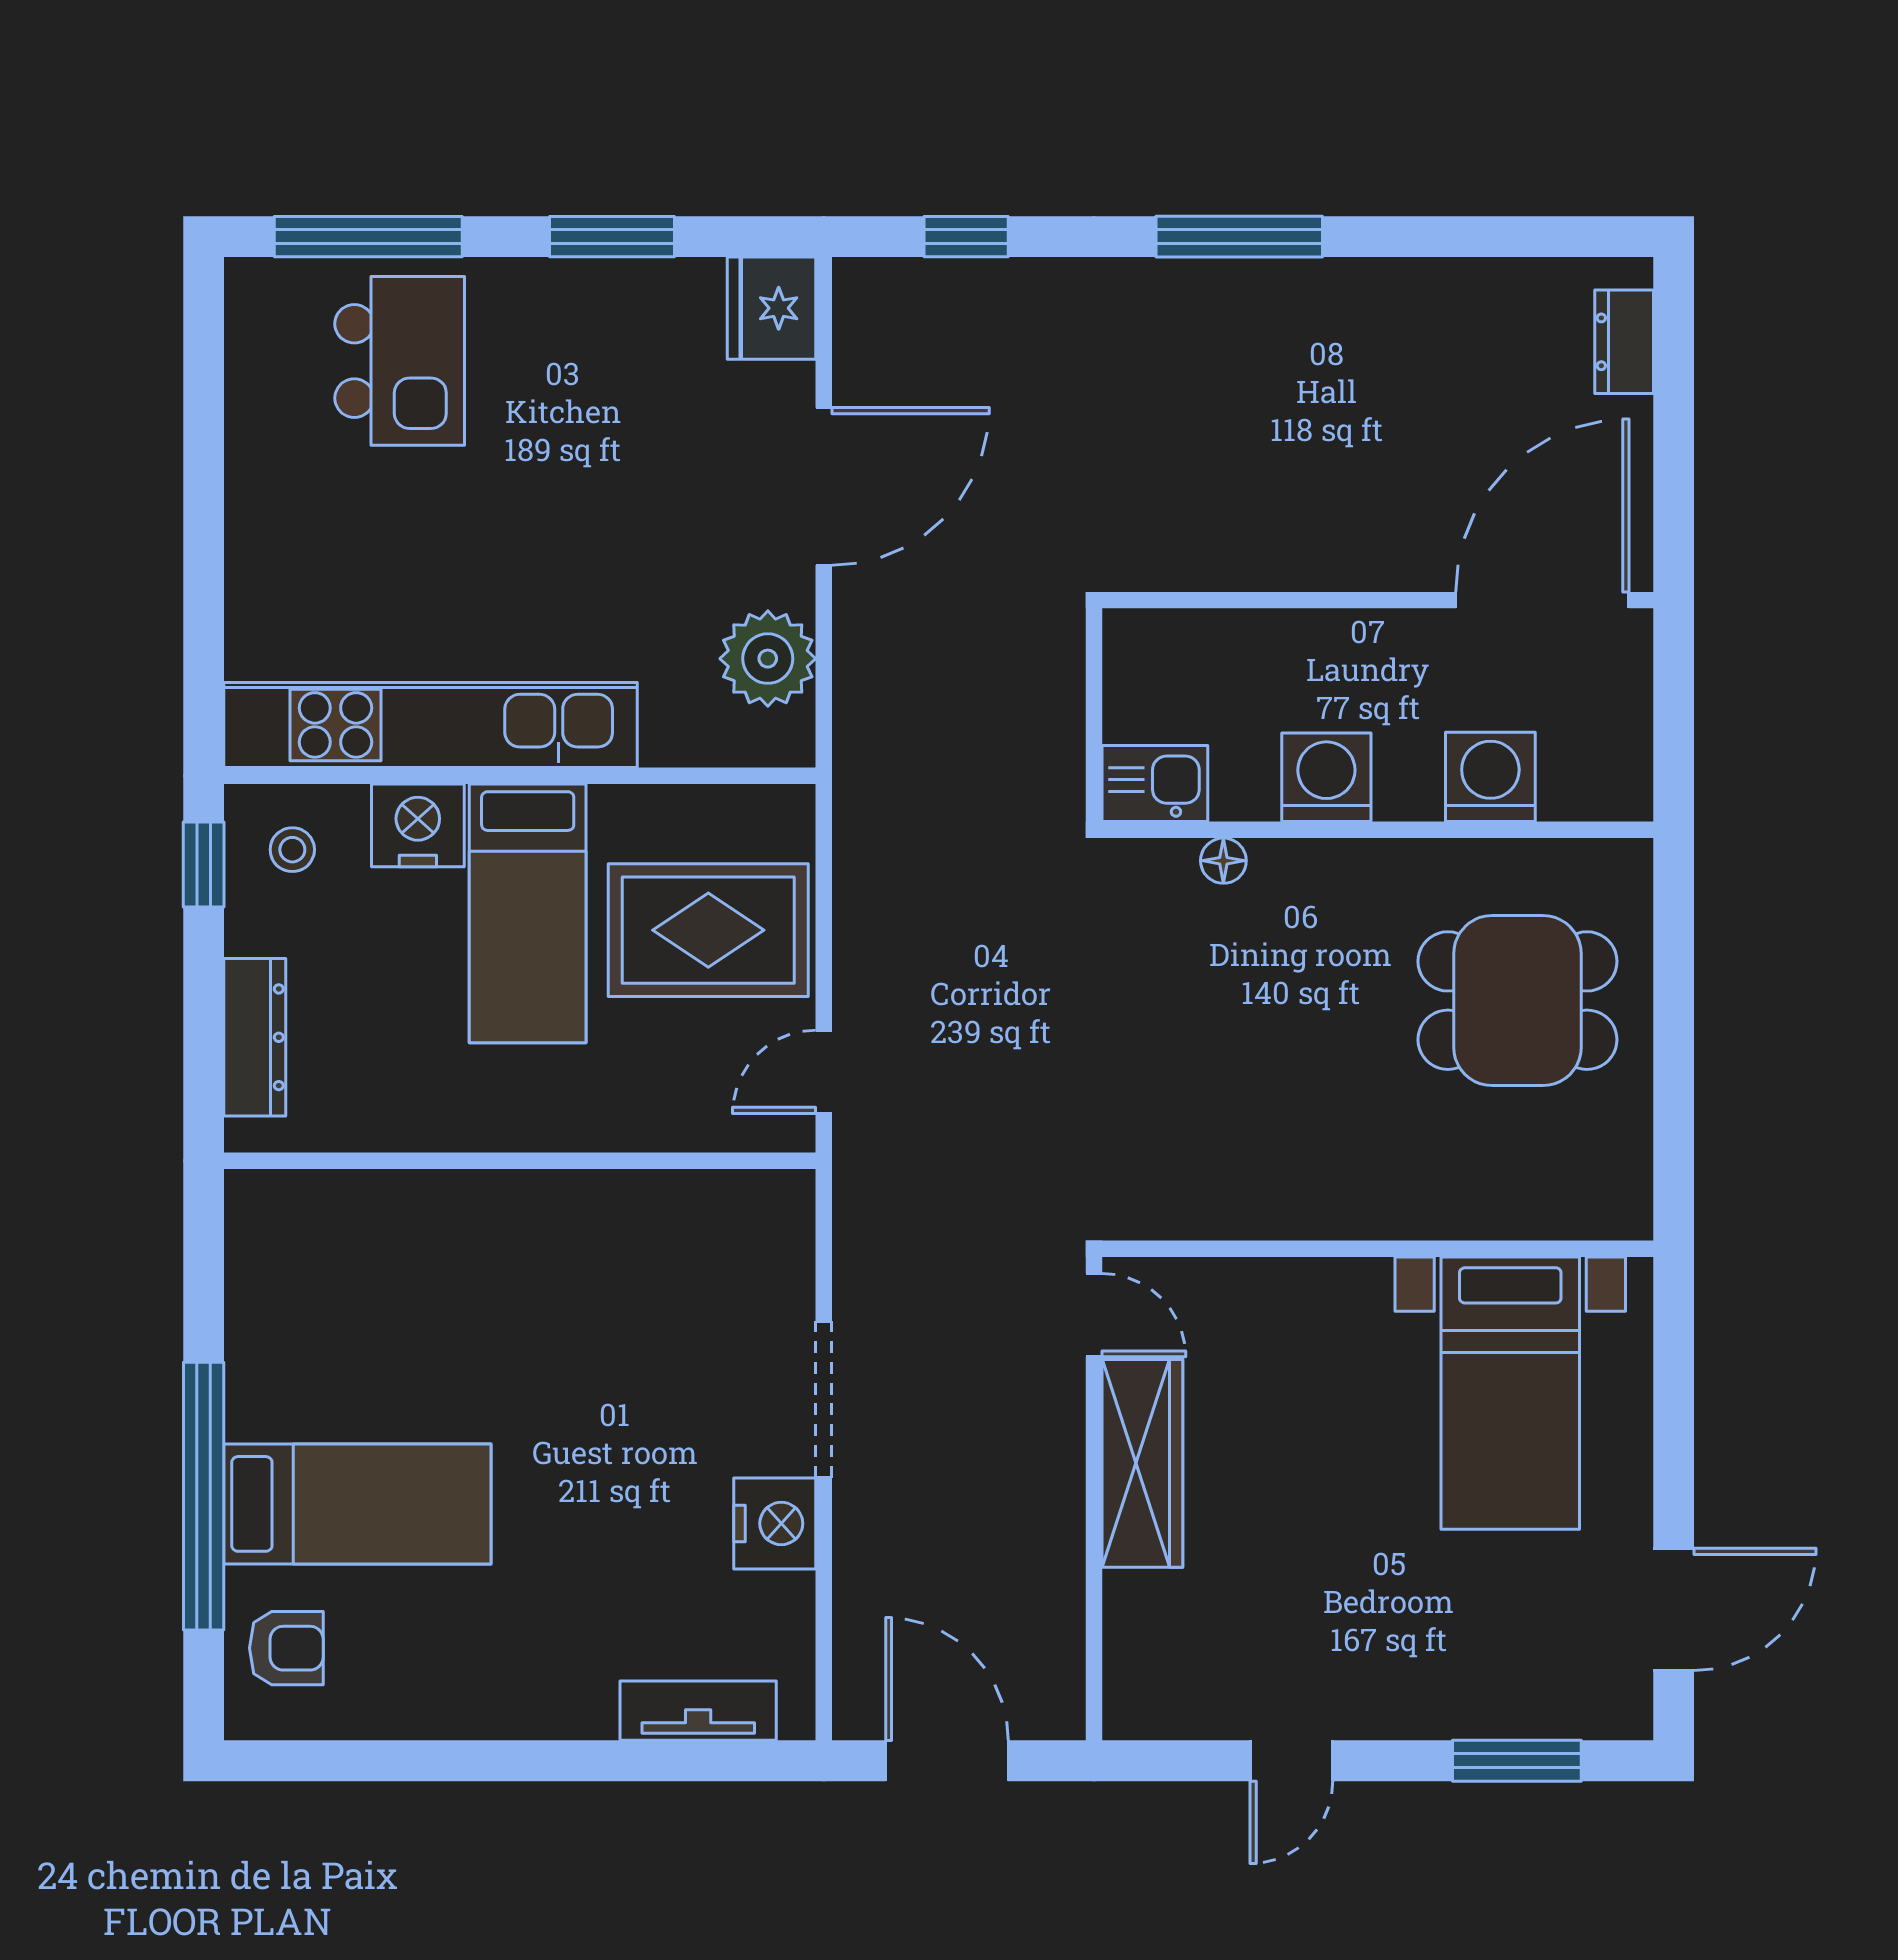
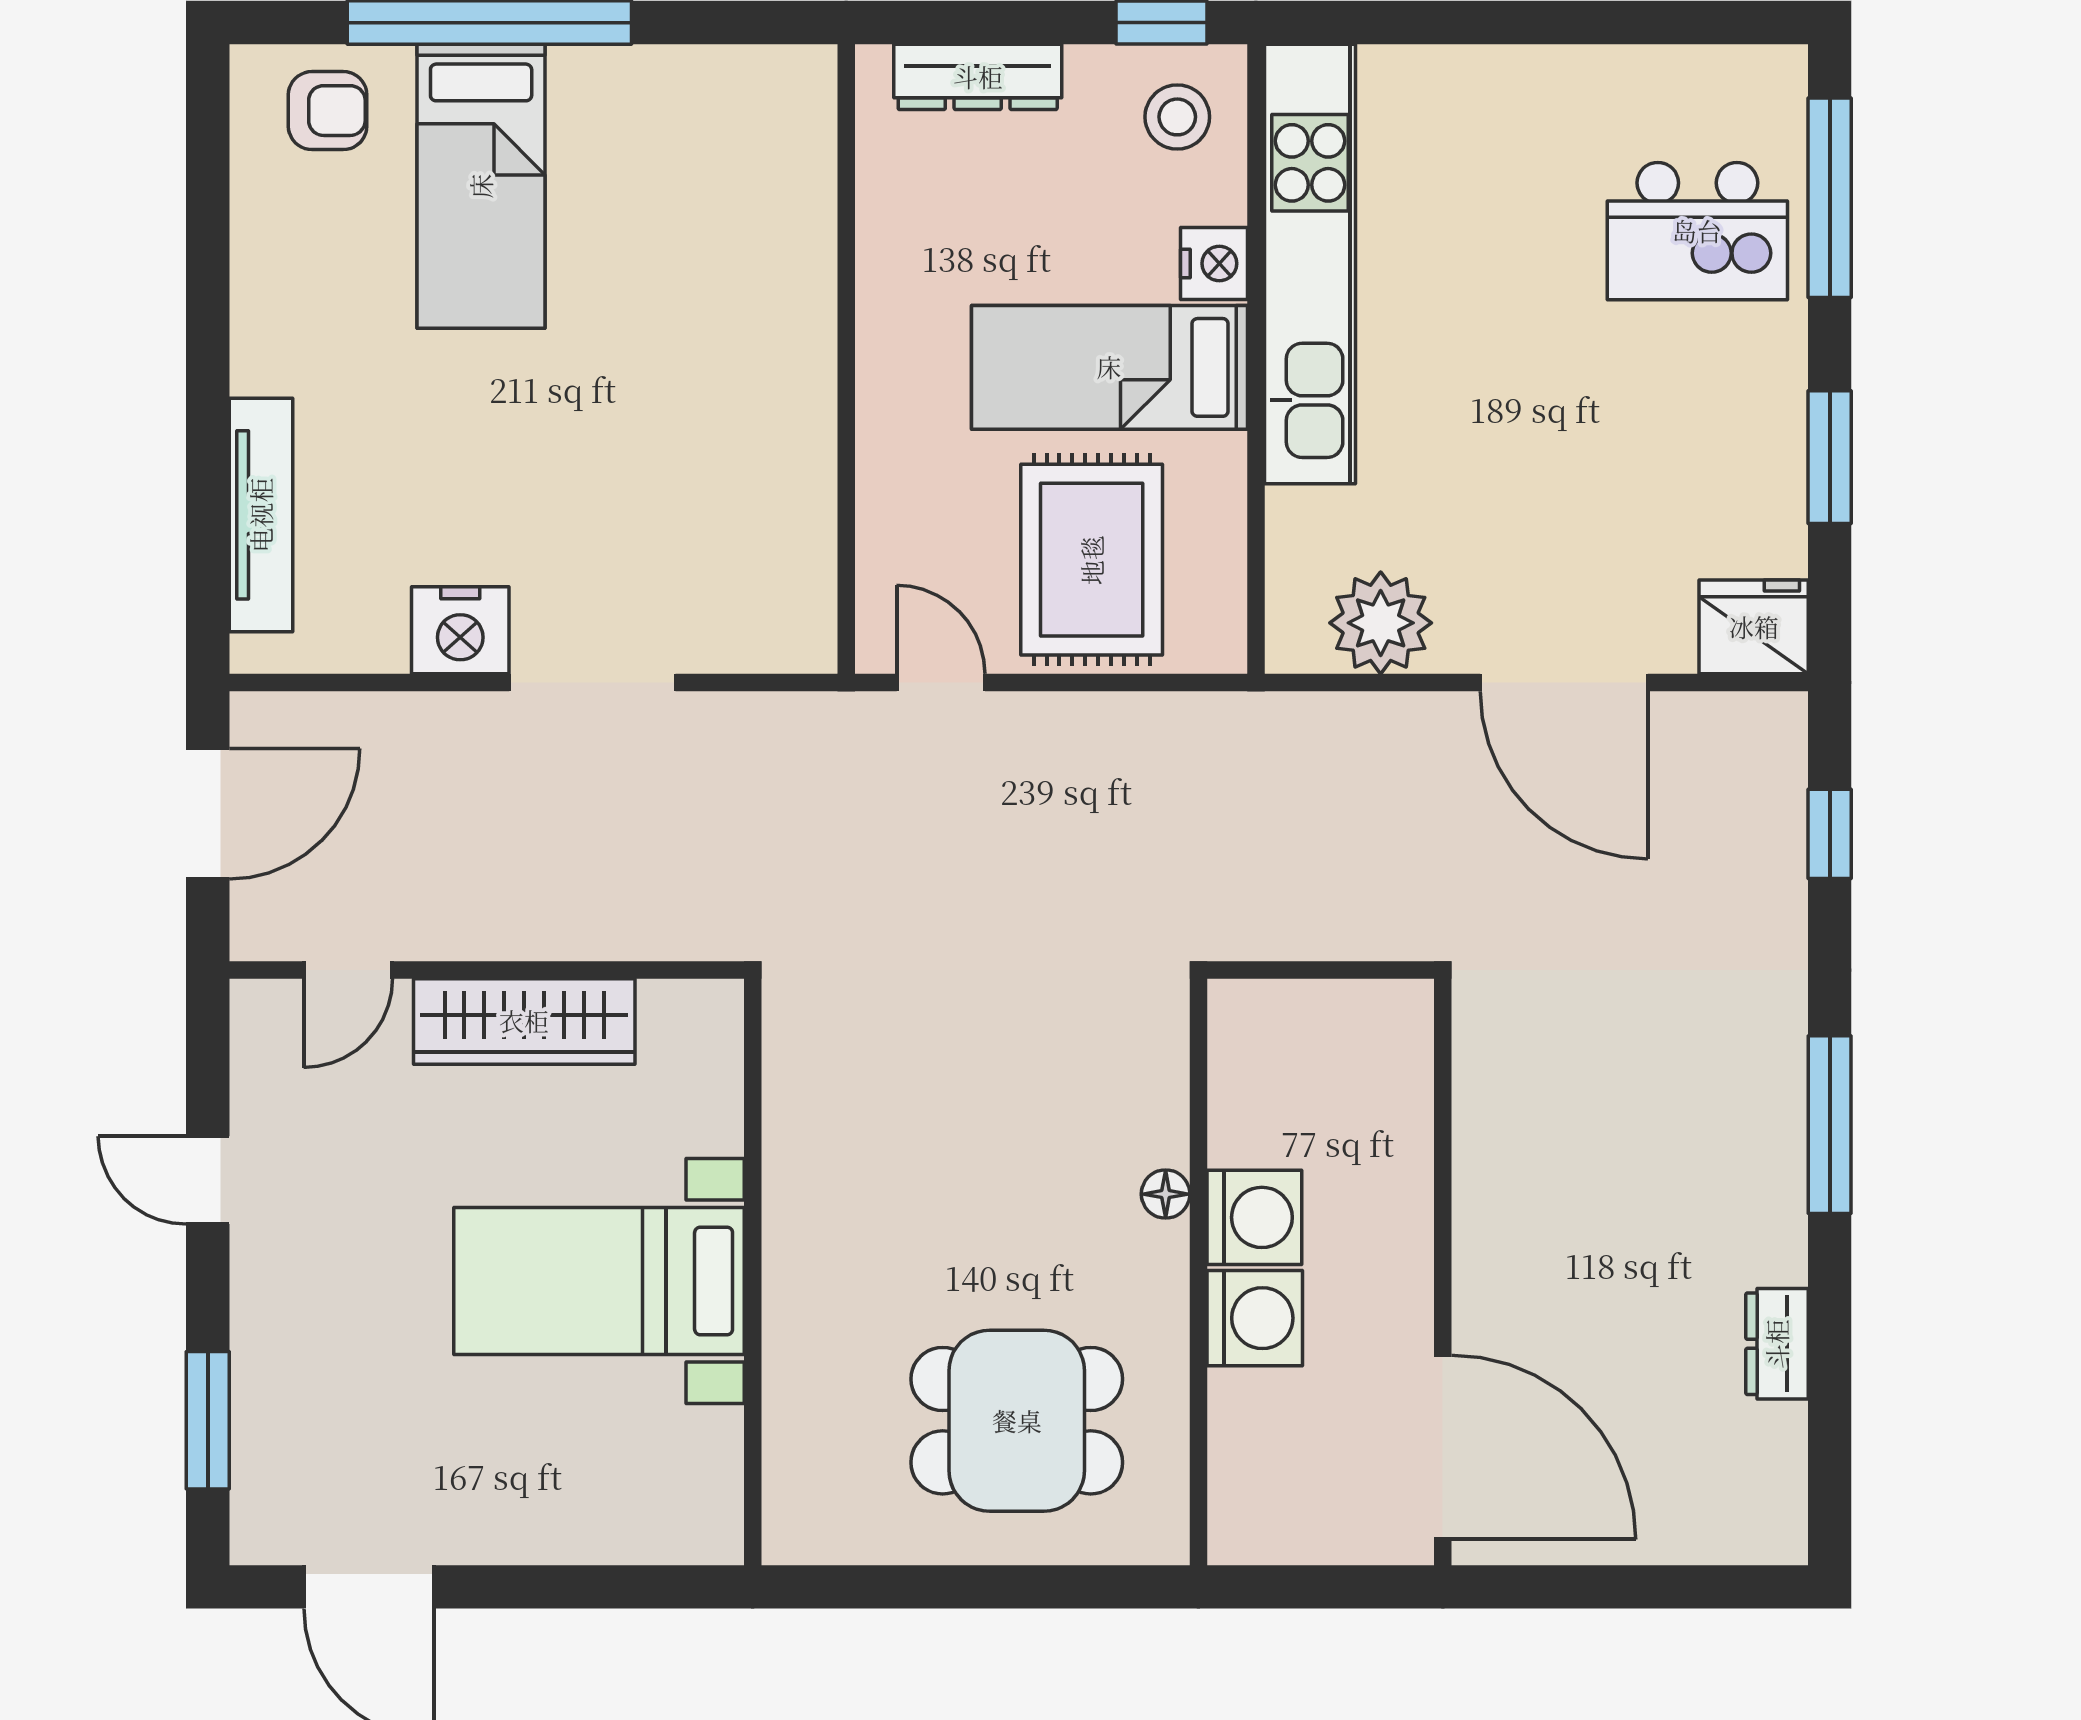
dresser: (1624, 342) -> (1777, 1344), moved, turned -90
washing machine: (1490, 777) -> (1255, 1318), moved
kitchen sink: (1155, 783) -> (1248, 1035), removed
nightstand: (418, 825) -> (1214, 263), width x0.74, depth x0.75
stool: (292, 850) -> (1177, 117), width x1.37, depth x1.37
floor lamp: (1223, 861) -> (1166, 1194), moved
dining table: (1517, 1001) -> (1017, 1421), turned 90
door: (1094, 1315) -> (348, 970), moved
bed with nightstands: (1510, 1393) -> (599, 1281), moved
armchair: (286, 1648) -> (328, 111), turned -90
tv unit: (698, 1711) -> (261, 515), width x1.41

